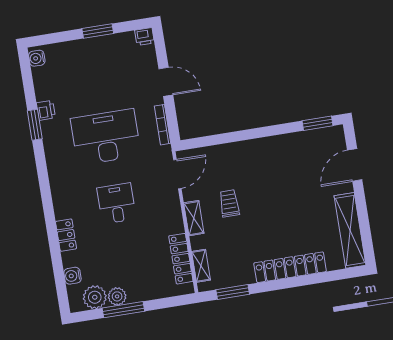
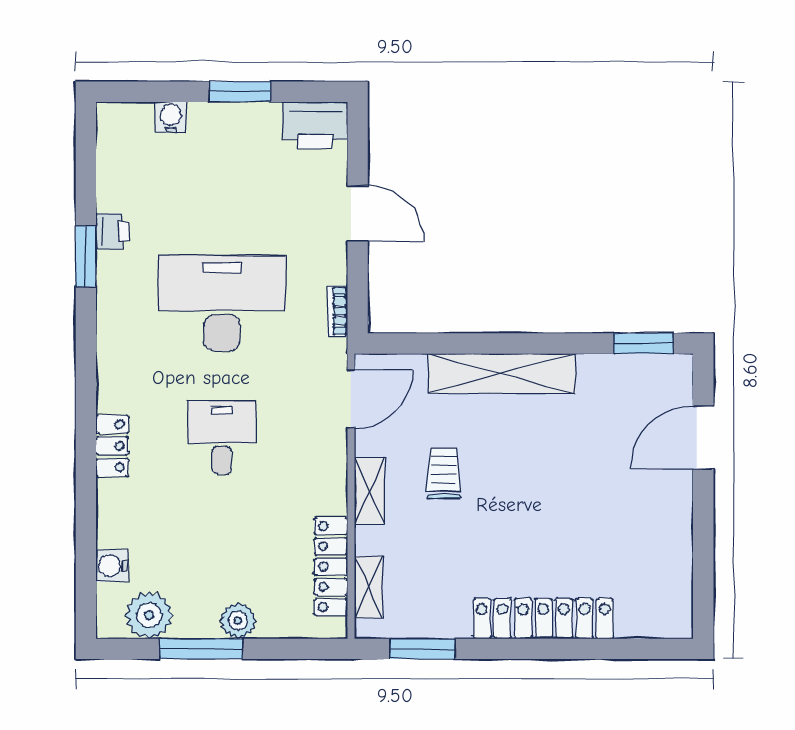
printer: (145, 37) -> (315, 125), width x1.87, depth x1.48
water cooler: (37, 58) -> (171, 117), moved, turned 90
bookcase: (162, 125) -> (337, 311), width x0.64
shelving: (350, 230) -> (502, 374), moved, turned 90
locker: (66, 235) -> (112, 446), moved
plant: (117, 296) -> (238, 621), moved

